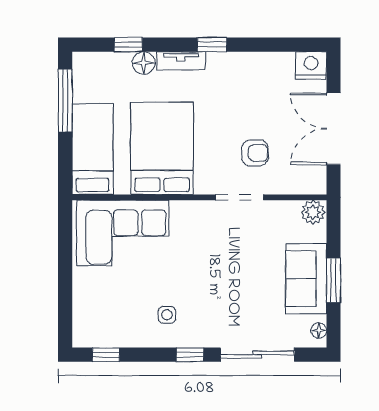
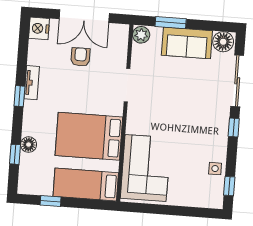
tv unit: (181, 61) -> (32, 83), moved
window: (65, 100) -> (51, 201), width x0.46
armchair: (255, 153) -> (80, 57), moved
window: (333, 280) -> (171, 23), moved
side table: (167, 315) -> (215, 169), moved
floor lamp: (319, 330) -> (223, 42), width x1.89, depth x1.89

